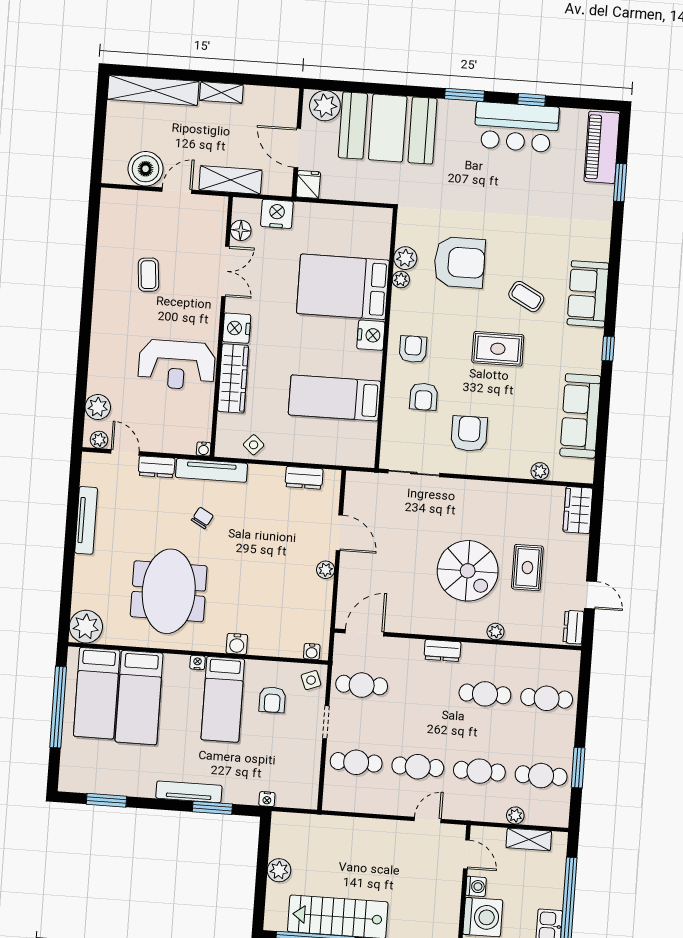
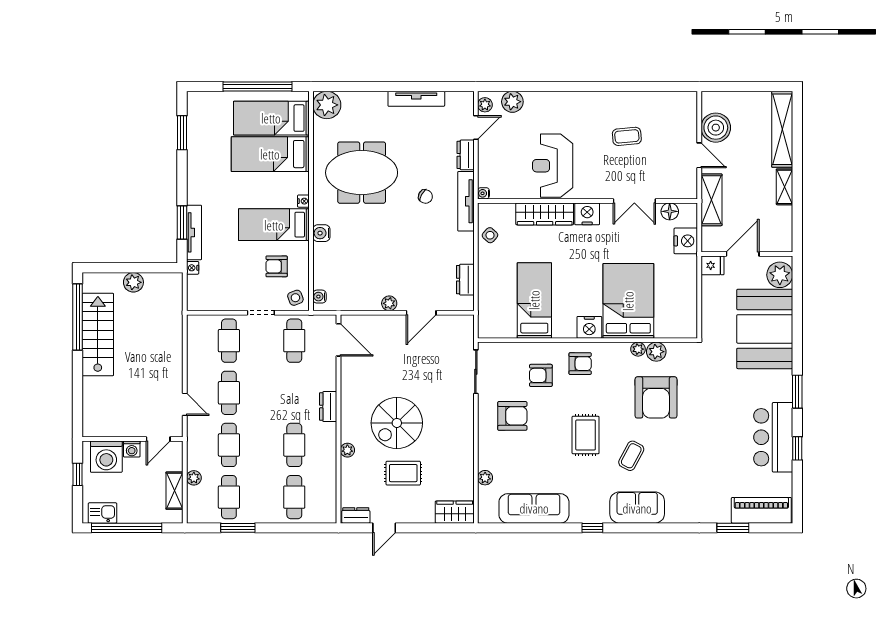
tv unit: (189, 792) -> (194, 232), moved

